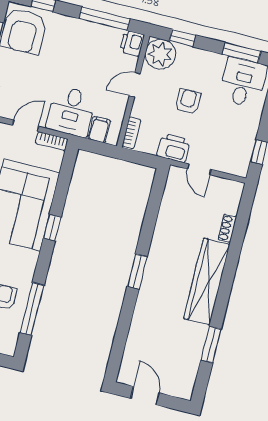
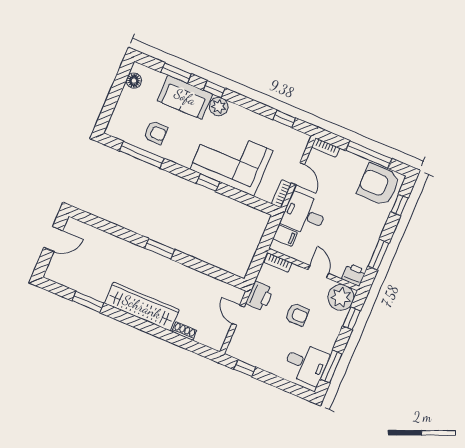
window: (104, 19) -> (378, 255), width x0.69
door: (199, 169) -> (238, 315), hinge flipped

